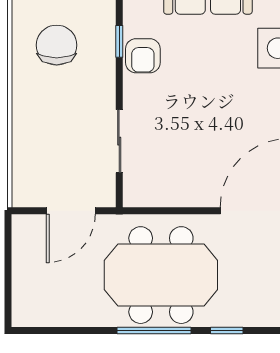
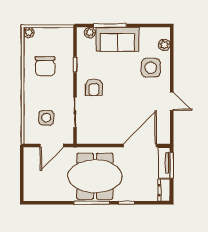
chair: (57, 45) -> (45, 66), turned 180
armchair: (143, 56) -> (94, 87), moved
side table: (59, 153) -> (46, 118), added

